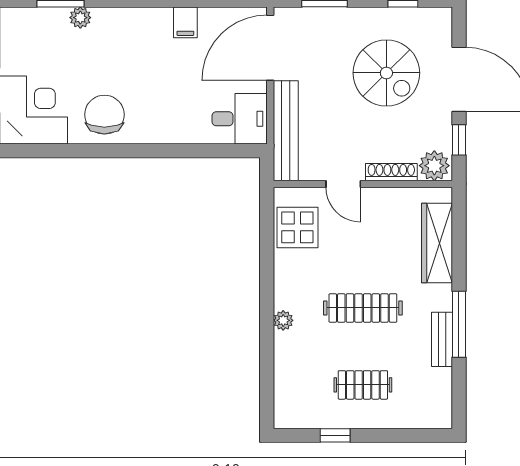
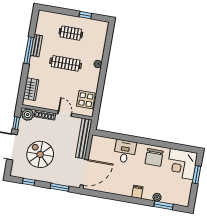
filing cabinet: (185, 22) -> (137, 192), moved
desk: (240, 119) -> (125, 151), moved, turned 90
wardrobe: (437, 243) -> (31, 89), width x0.67

